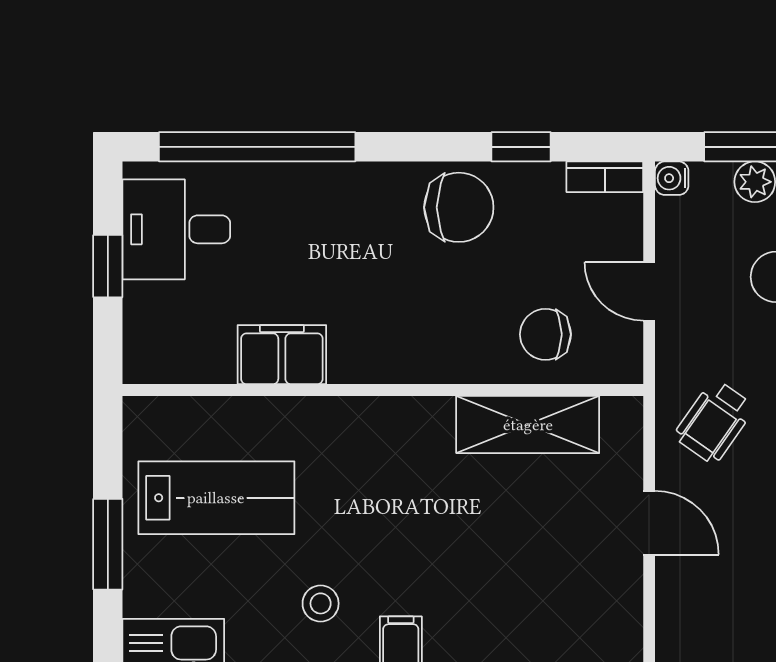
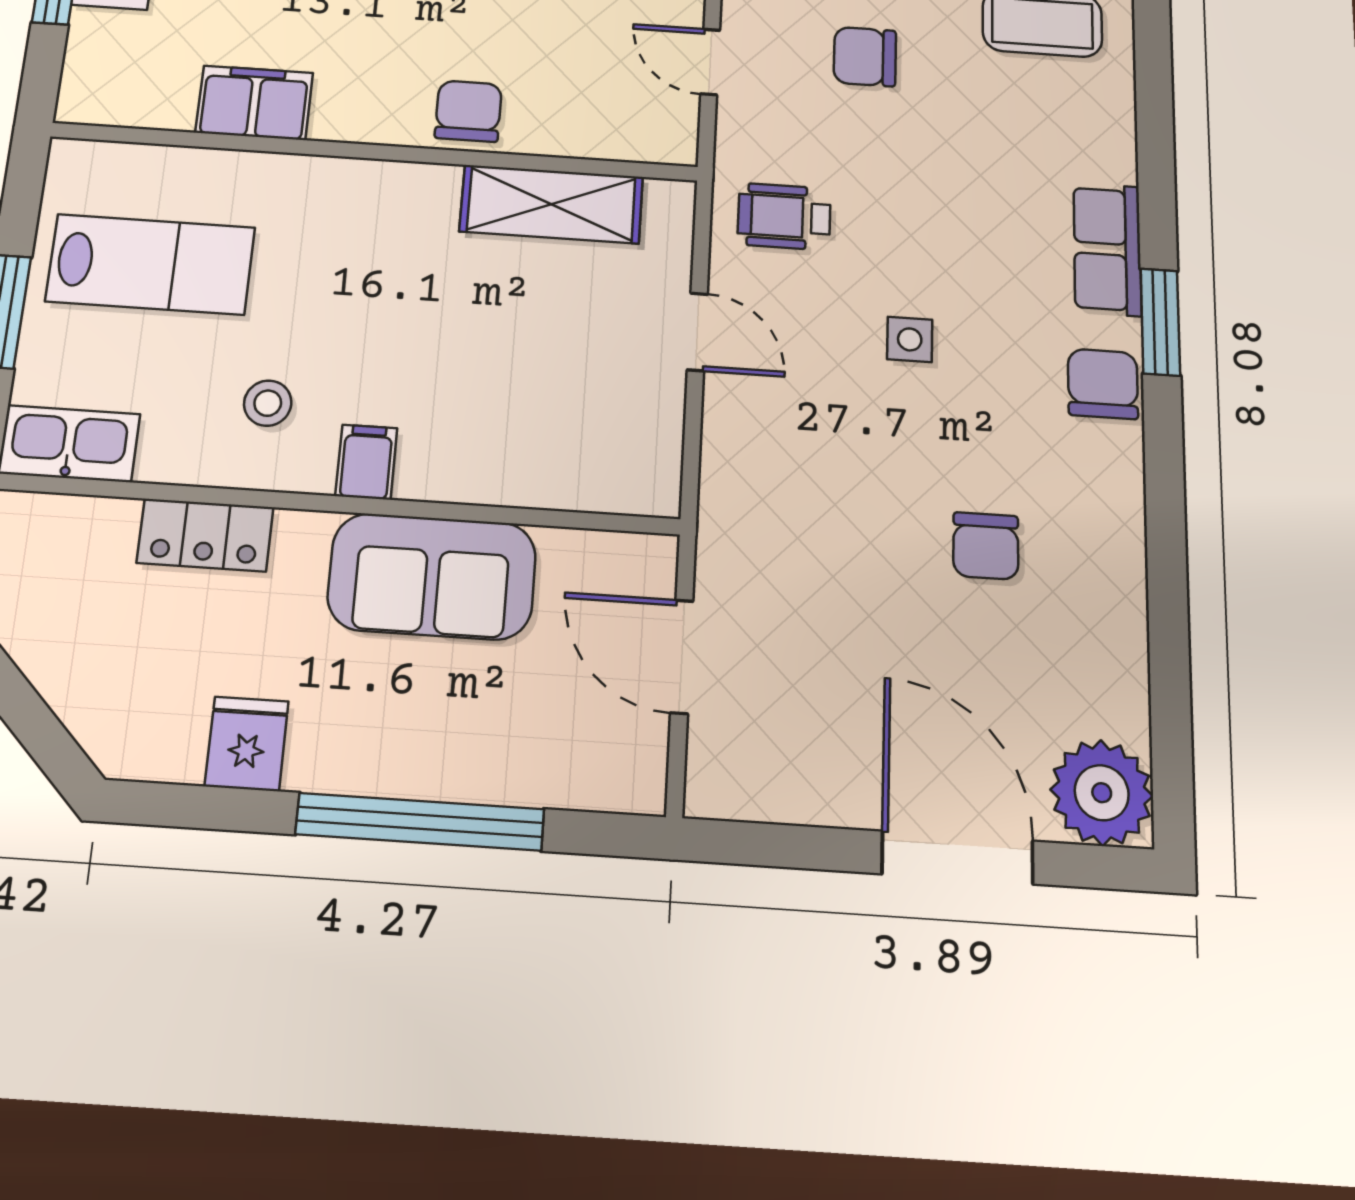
chair: (545, 334) -> (468, 111), moved, turned 90
wheelchair: (714, 422) -> (784, 217), turned 55

